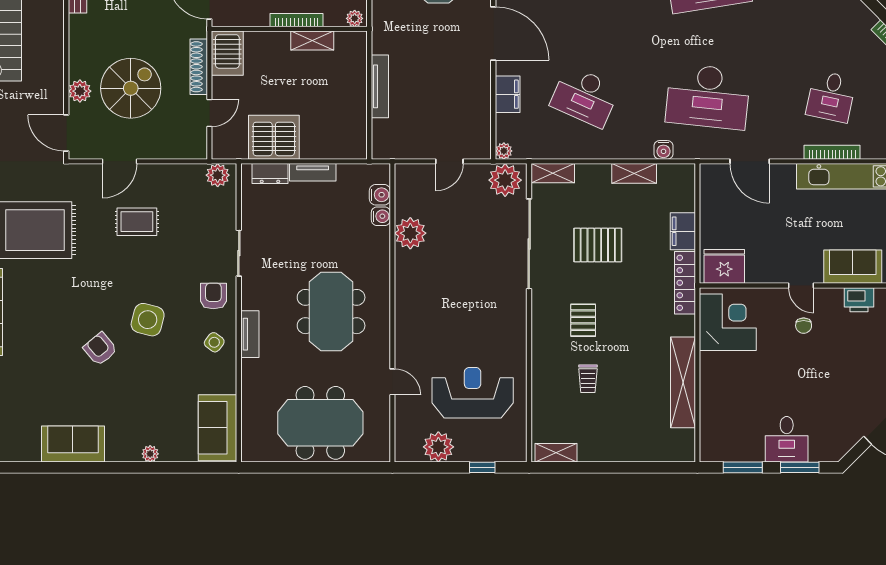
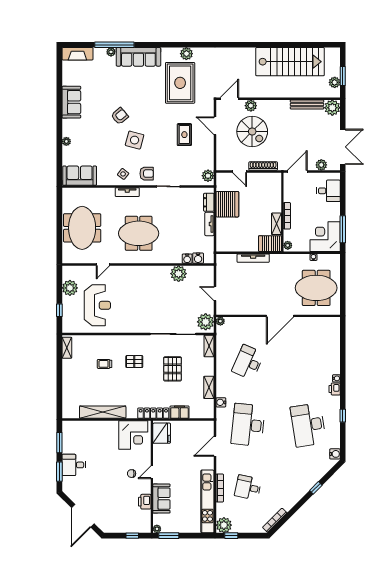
server rack: (227, 53) -> (270, 244), moved
filing cabinet: (508, 94) -> (249, 323), removed

